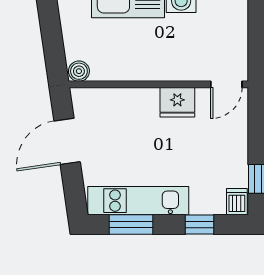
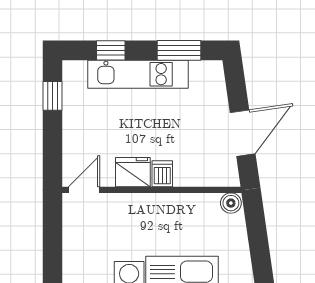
kitchen unit: (138, 201) -> (138, 74), moved
dishwasher: (237, 202) -> (162, 174), moved, turned 180

